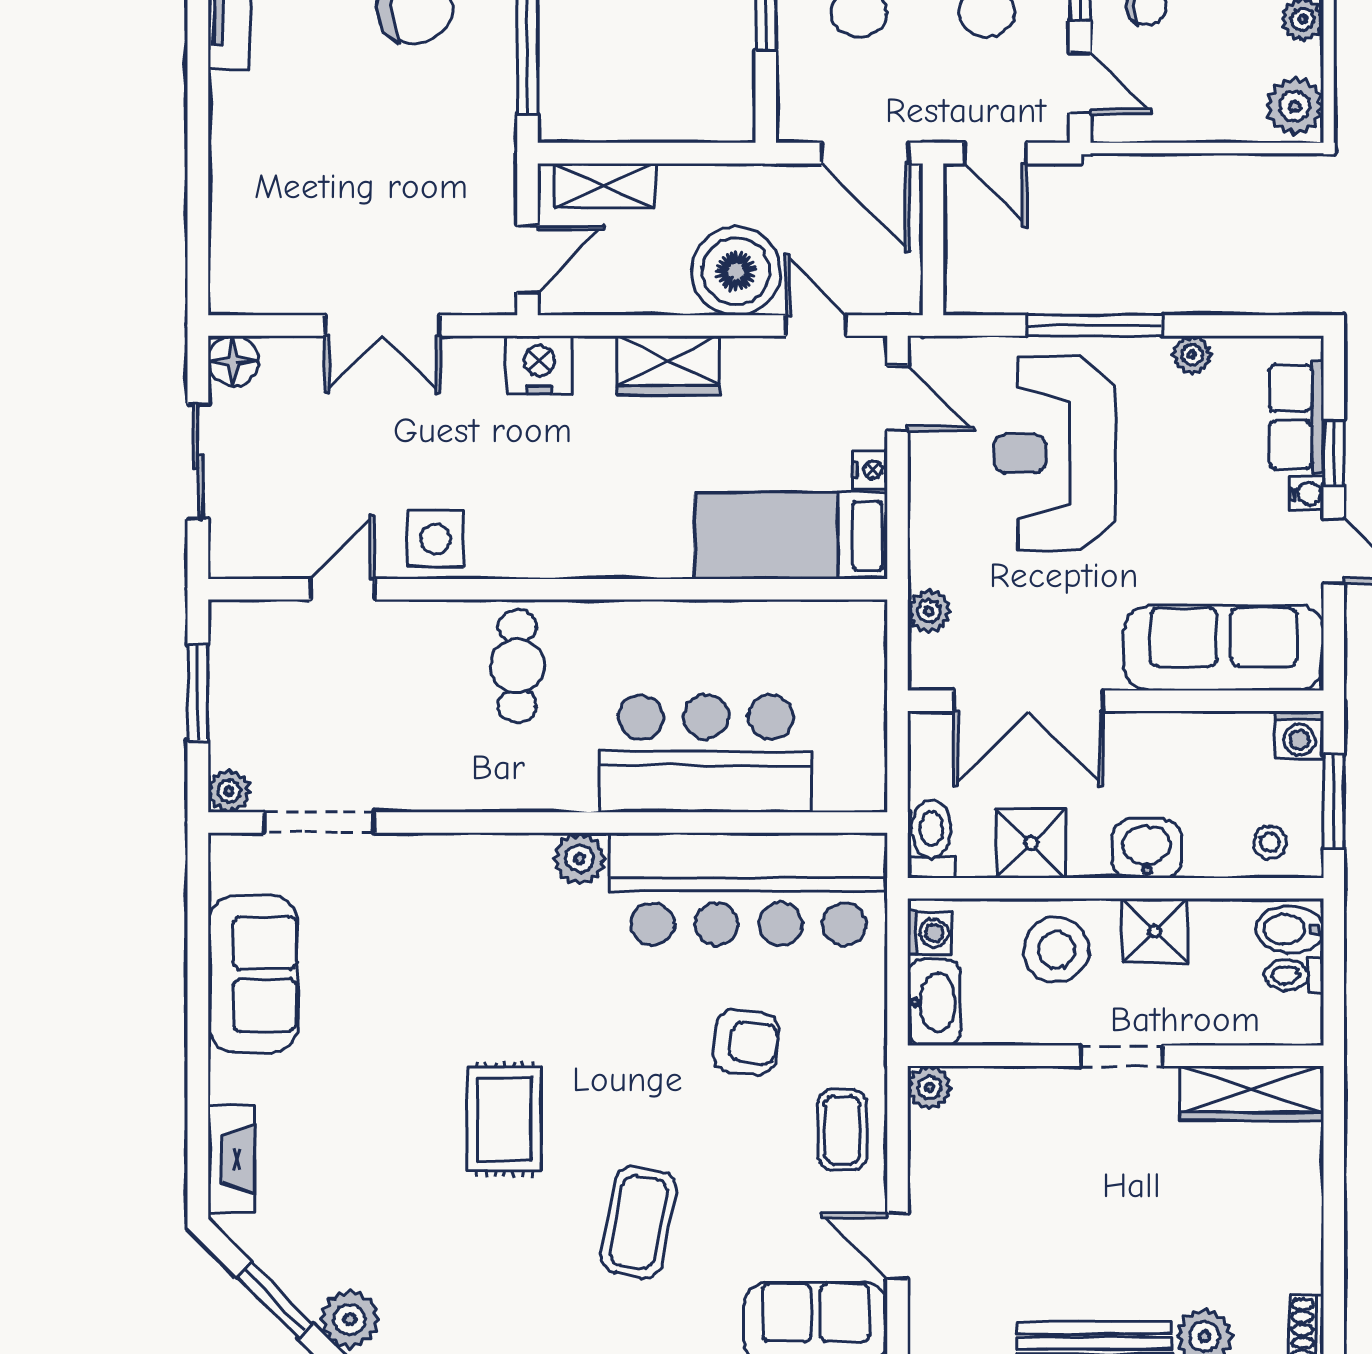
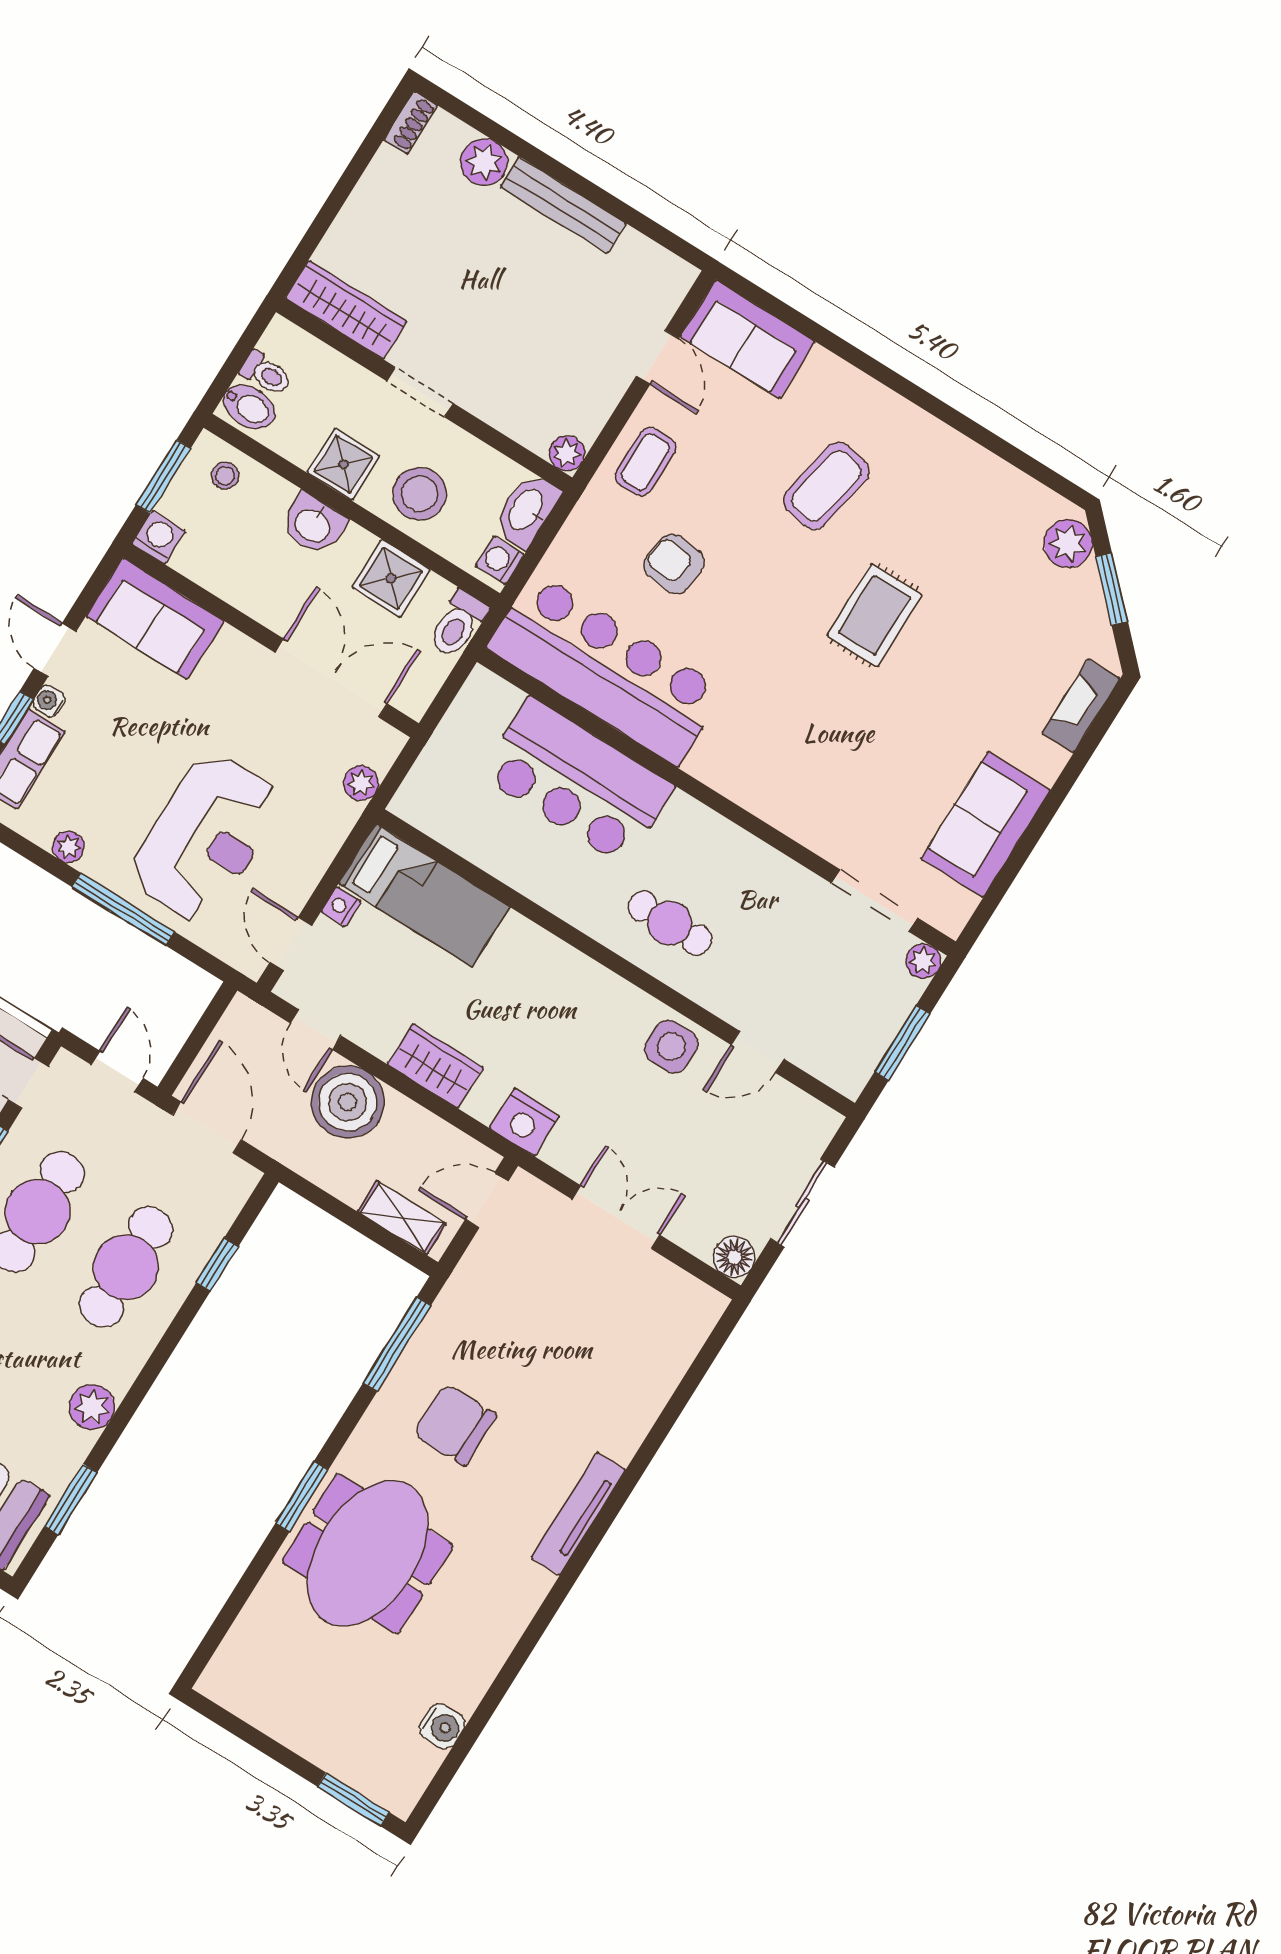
sofa: (1224, 648) -> (155, 619), width x0.73
cafe table: (517, 666) -> (670, 923), turned 90
plant: (580, 859) -> (710, 763), removed

